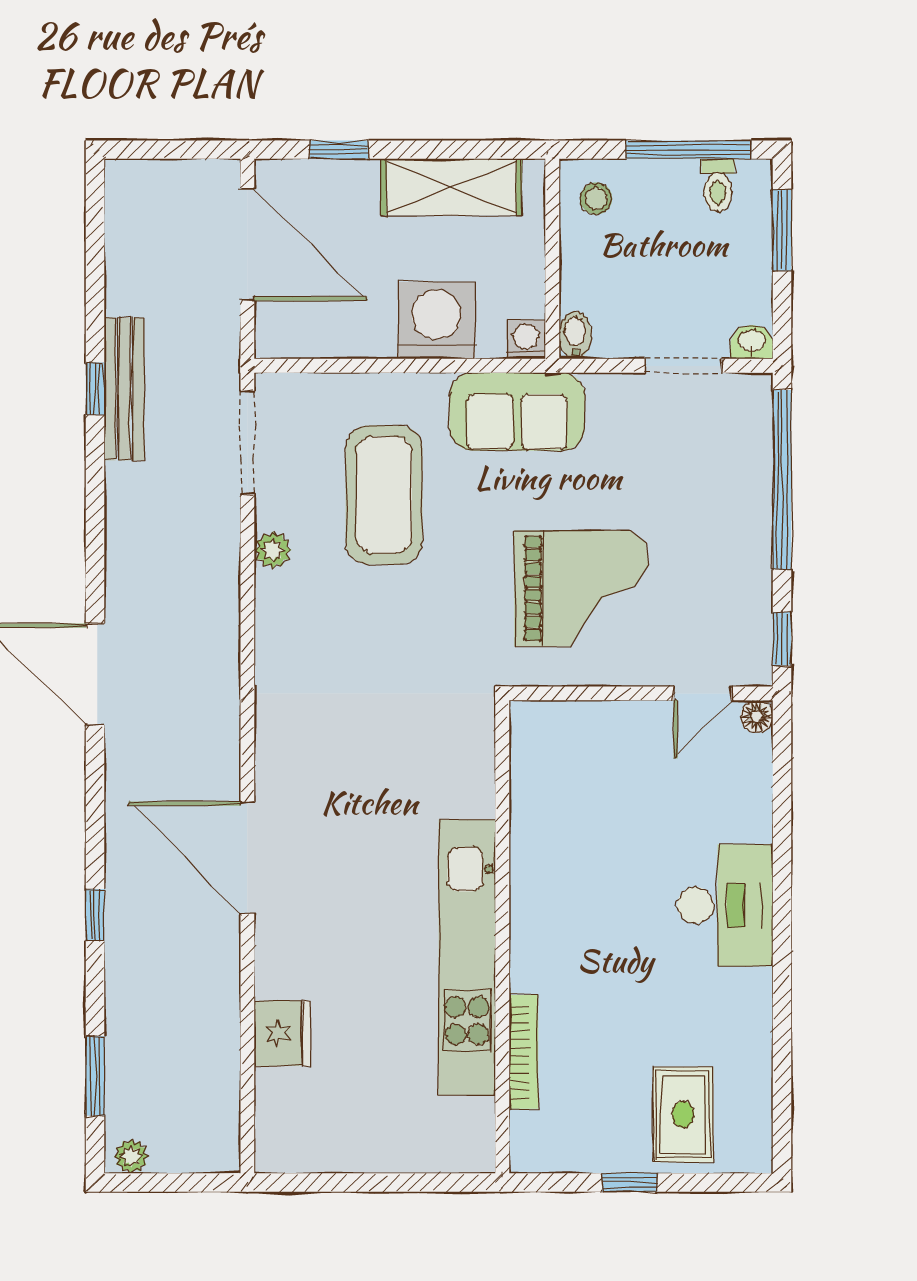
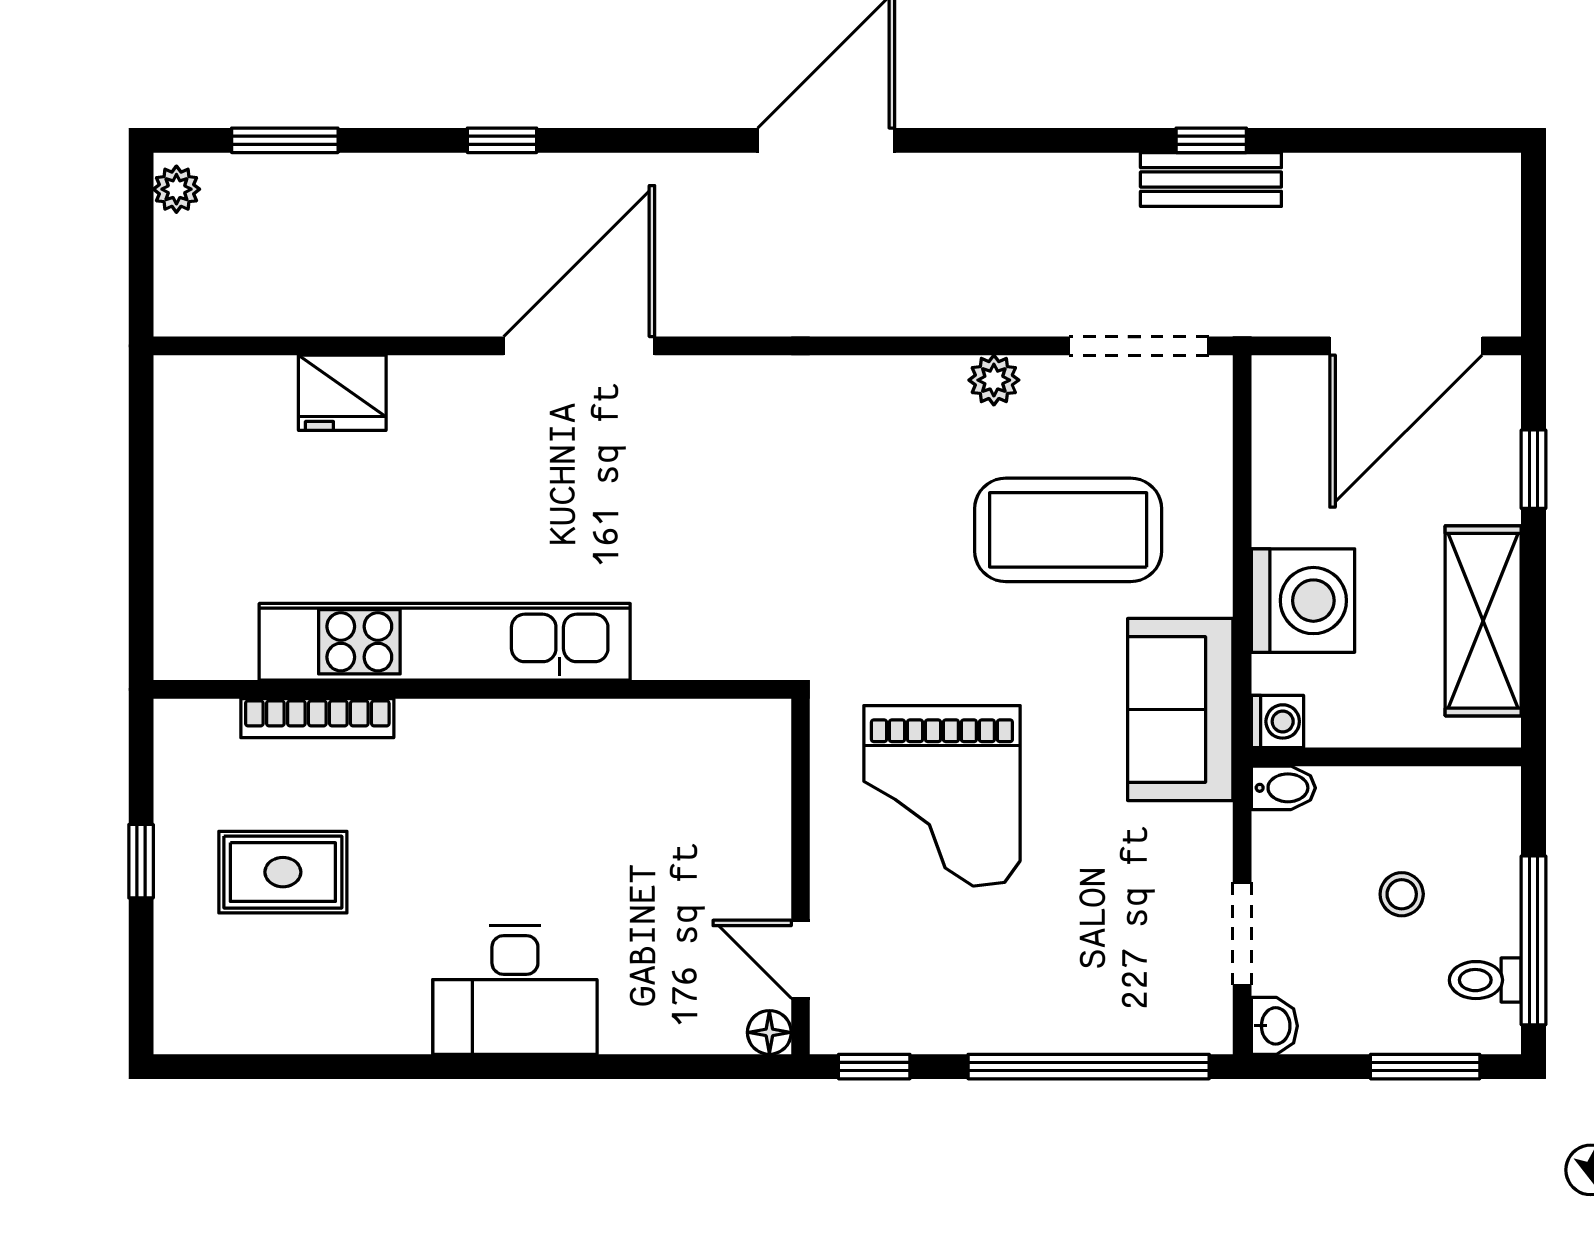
stool: (596, 199) -> (1402, 894), moved
bench: (124, 389) -> (1211, 179), width x0.73
rug: (683, 1115) -> (283, 872), moved

